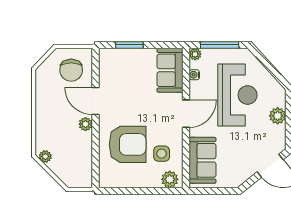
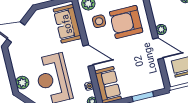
door: (186, 114) -> (88, 56), swing flipped
plant: (278, 116) -> (22, 83), moved

